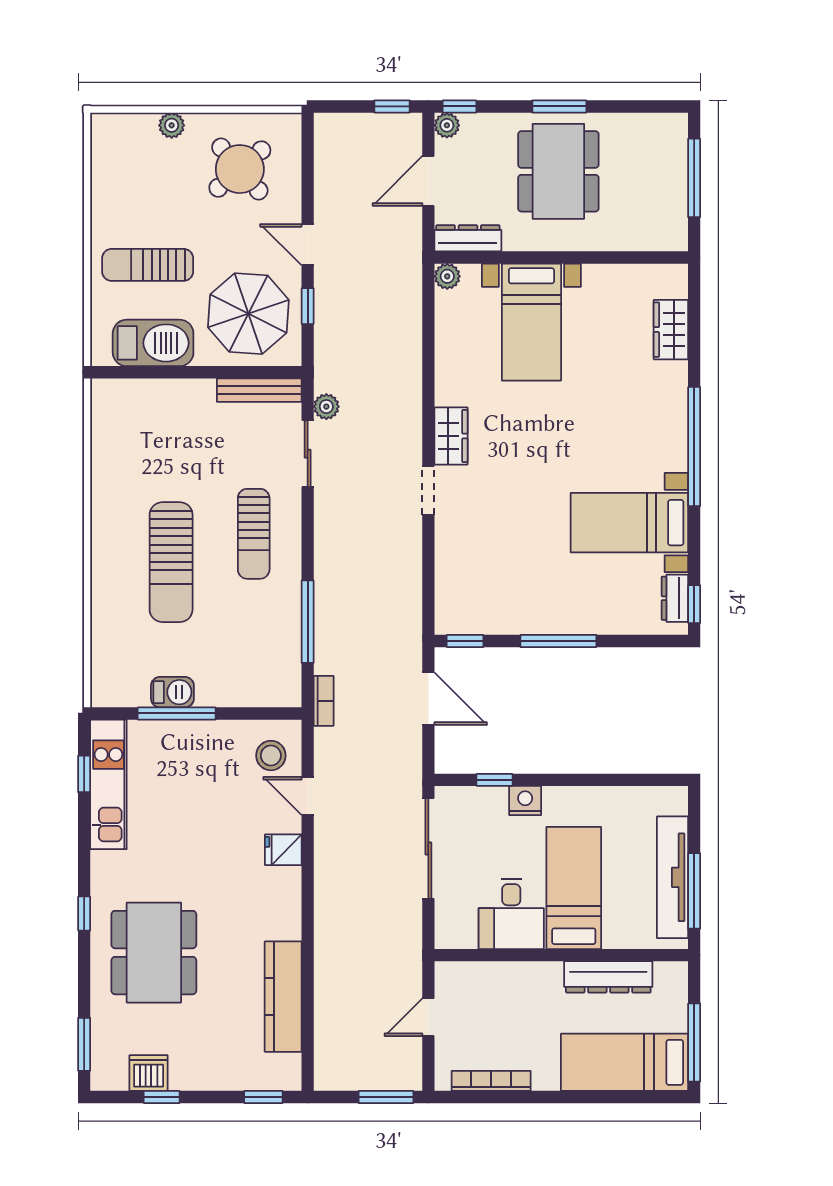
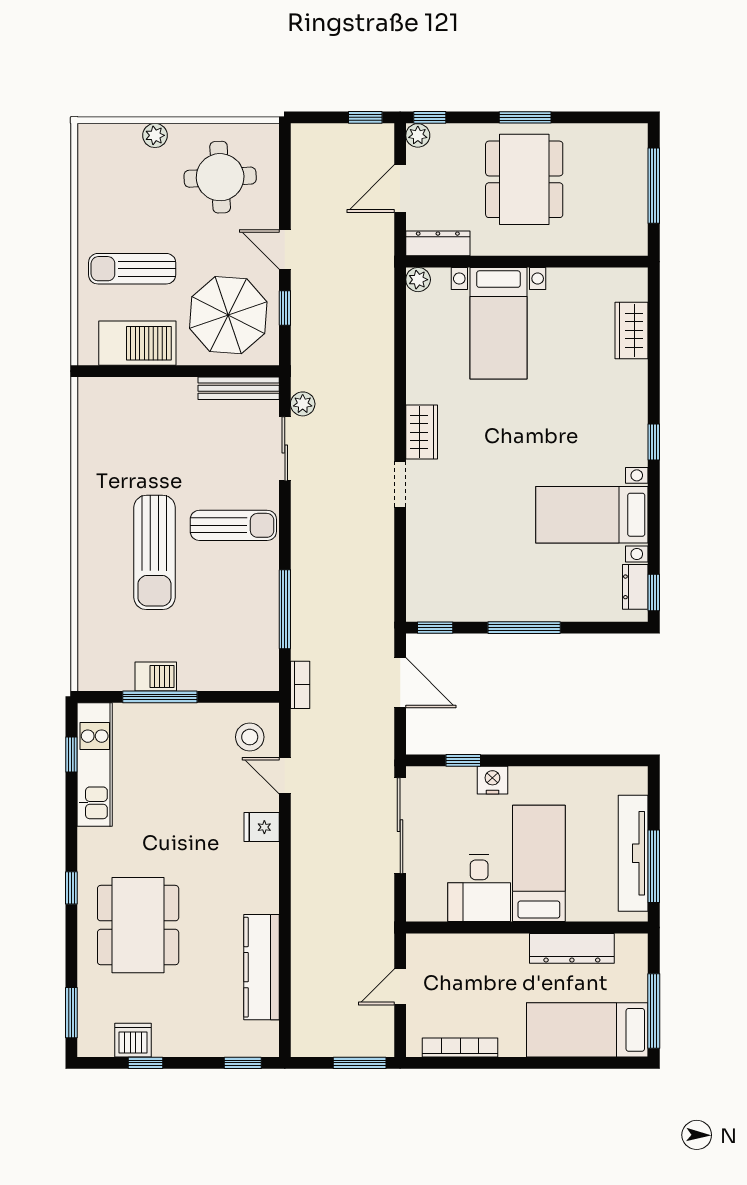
round table: (240, 169) -> (220, 177), turned 38
window: (694, 447) -> (654, 442), width x0.32
sun lounger: (254, 534) -> (233, 525), turned -90

